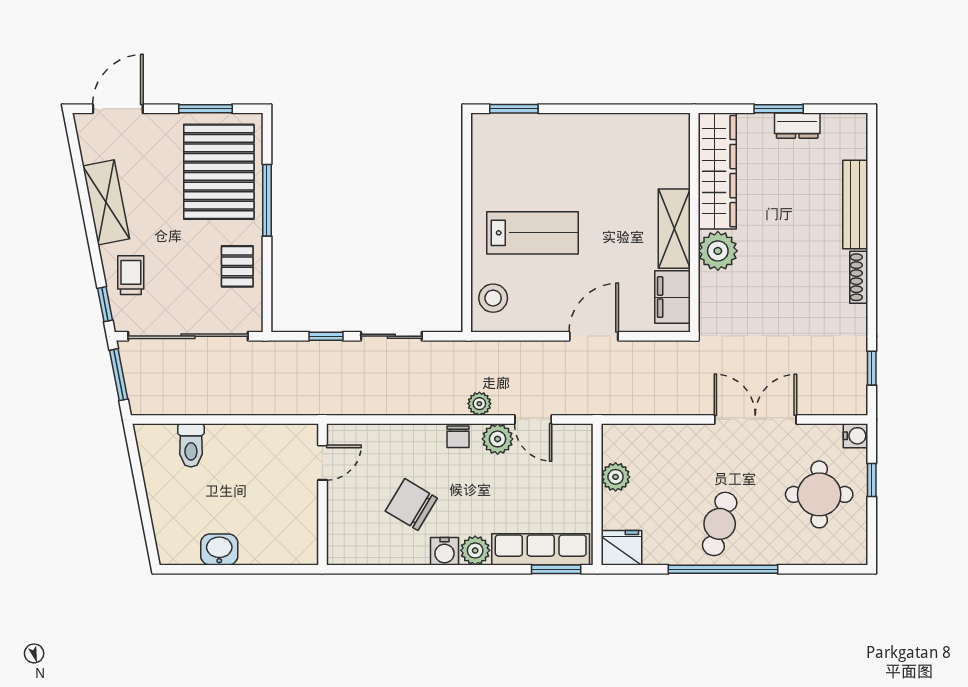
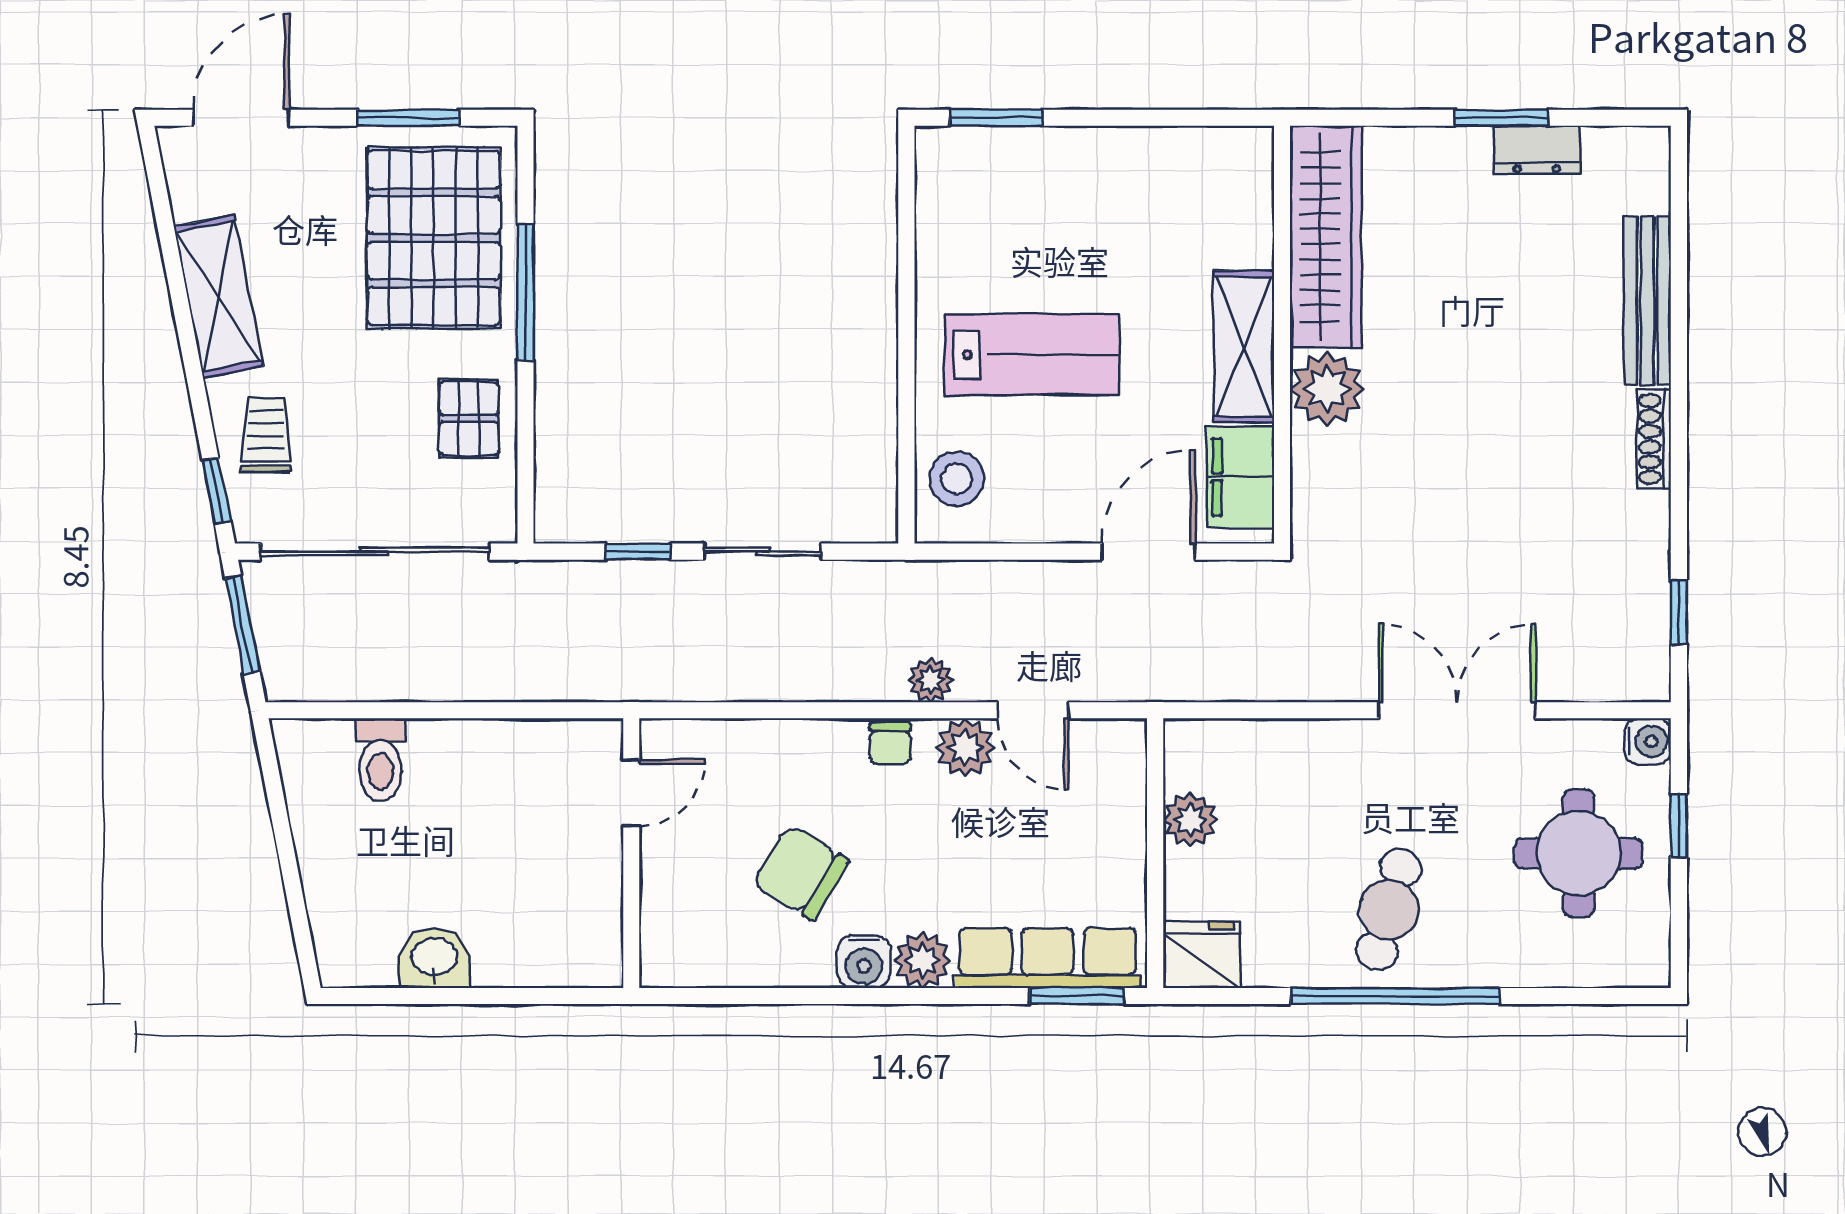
wardrobe: (717, 171) -> (1326, 237), moved
wall: (694, 223) -> (1282, 335), moved
shelving: (674, 229) -> (1244, 346), moved
plant: (718, 251) -> (1327, 389), moved
filing cabinet: (672, 297) -> (1241, 477), moved

